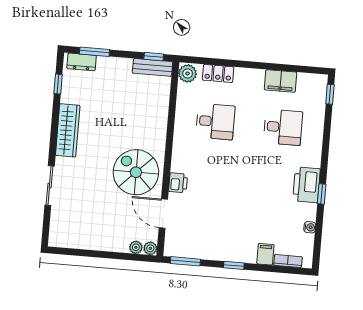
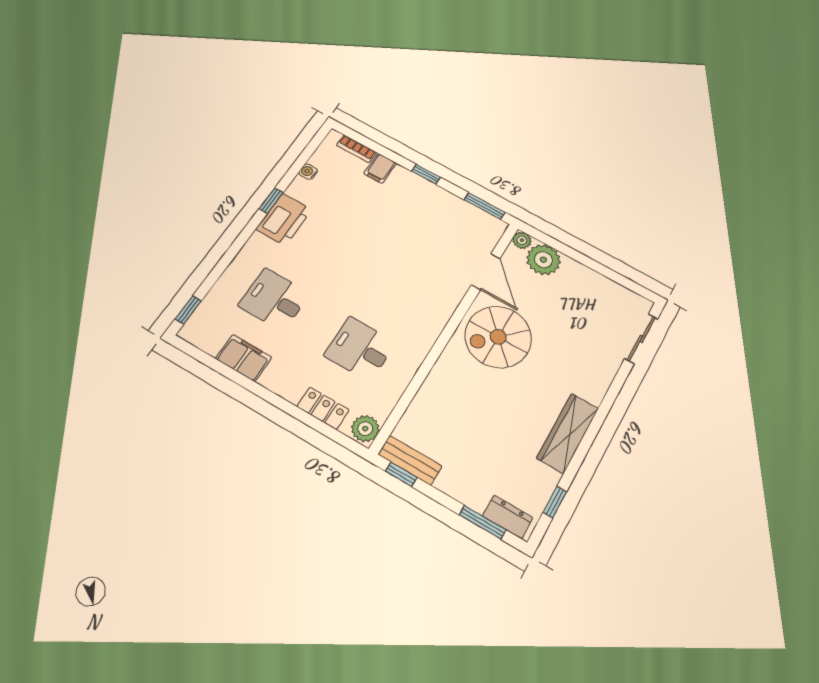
spiral stairs: (136, 172) -> (498, 337), turned 90
printer: (178, 183) -> (449, 298), removed
sliding door: (50, 186) -> (641, 339), moved
plant: (136, 247) -> (543, 260), width x1.87, depth x1.87

